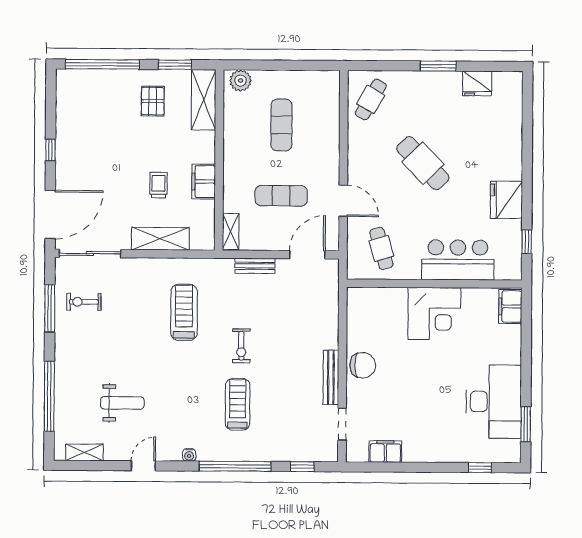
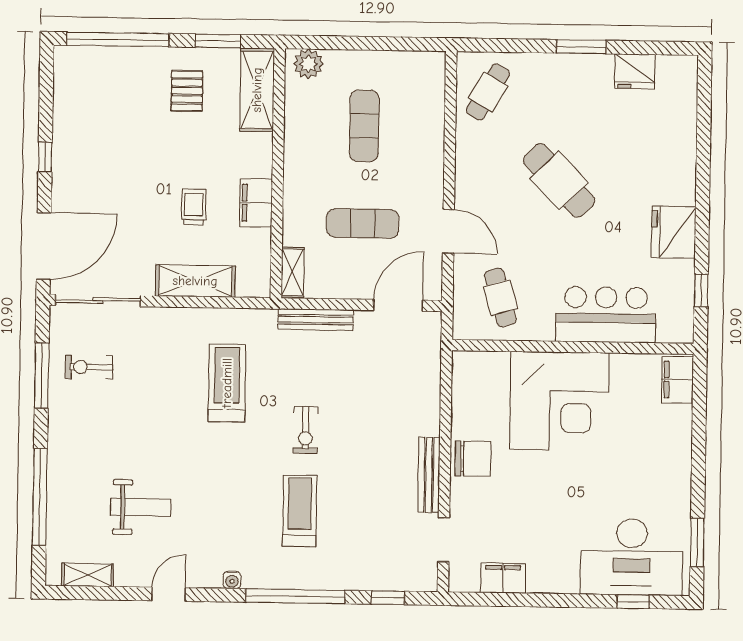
bench: (255, 266) -> (316, 320), width x1.36
corner desk: (434, 314) -> (559, 401), width x1.36, depth x1.36
desk: (494, 402) -> (632, 557), moved, turned 90

